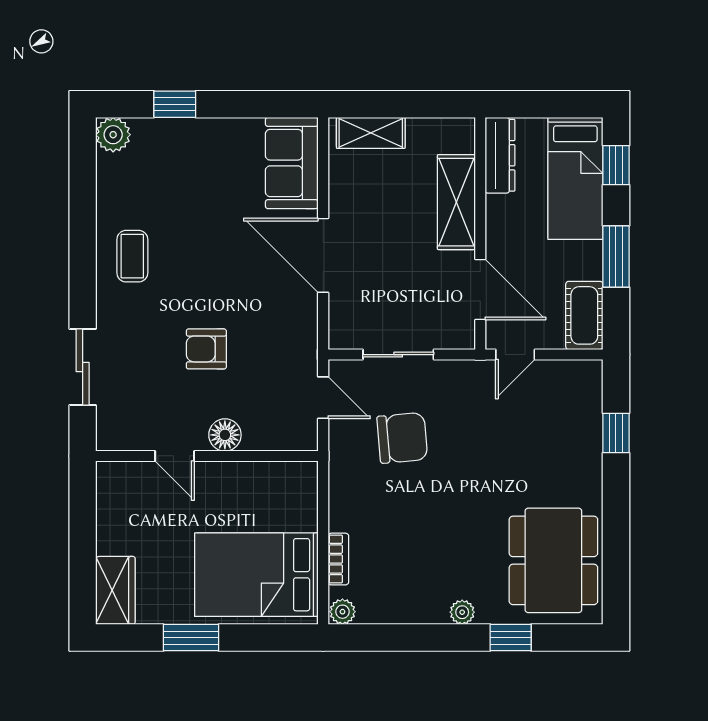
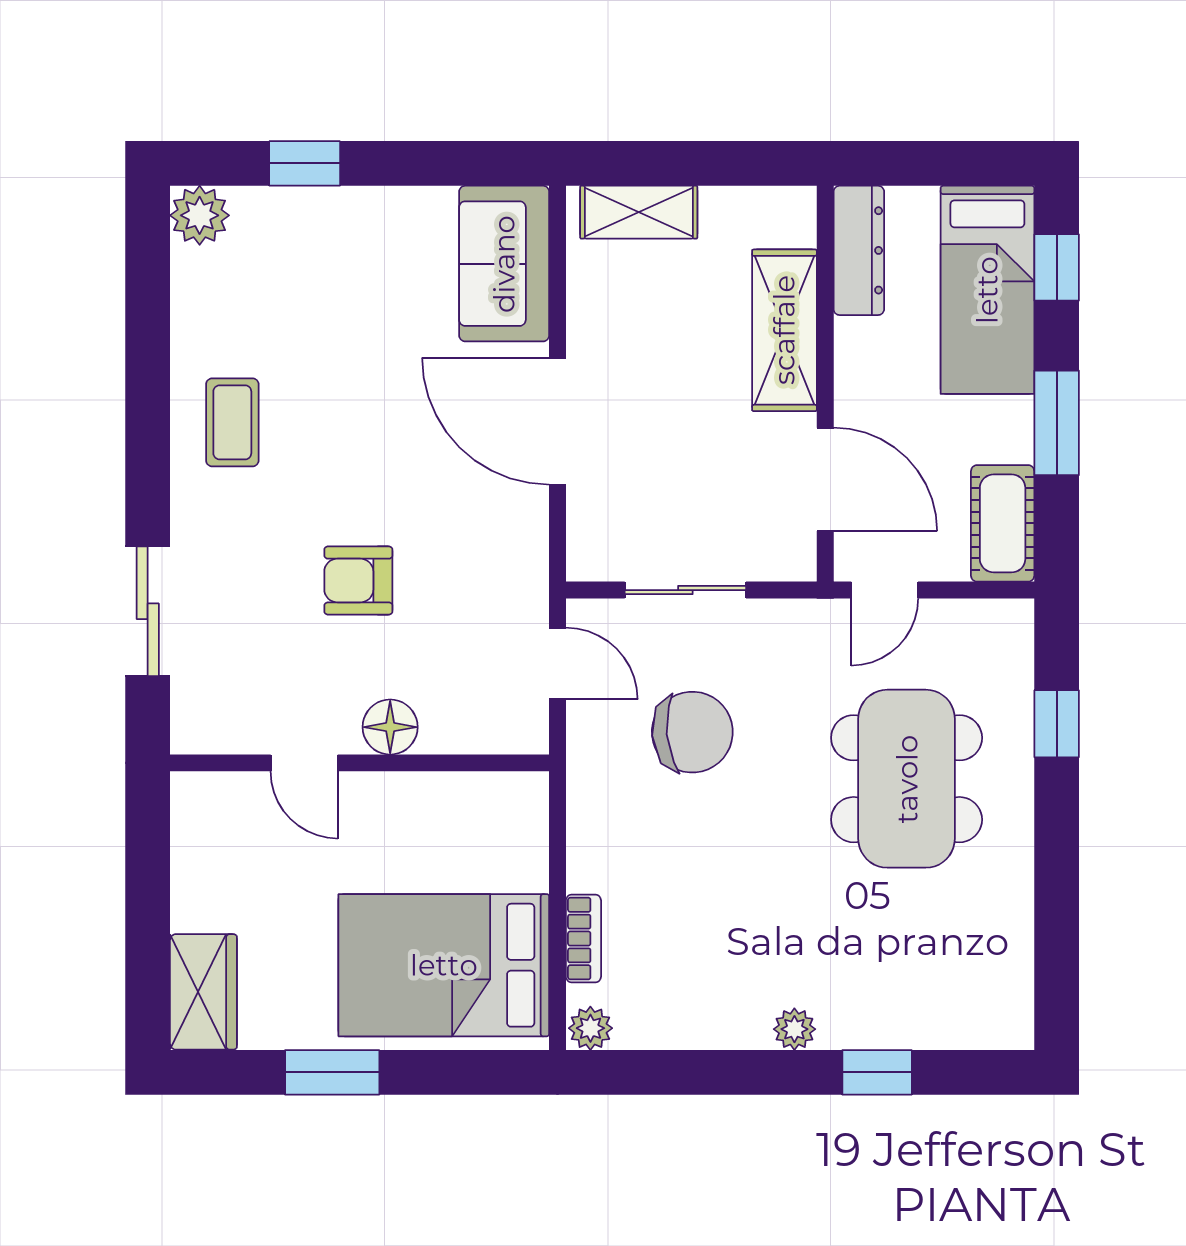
dining table: (553, 560) -> (907, 779), moved

